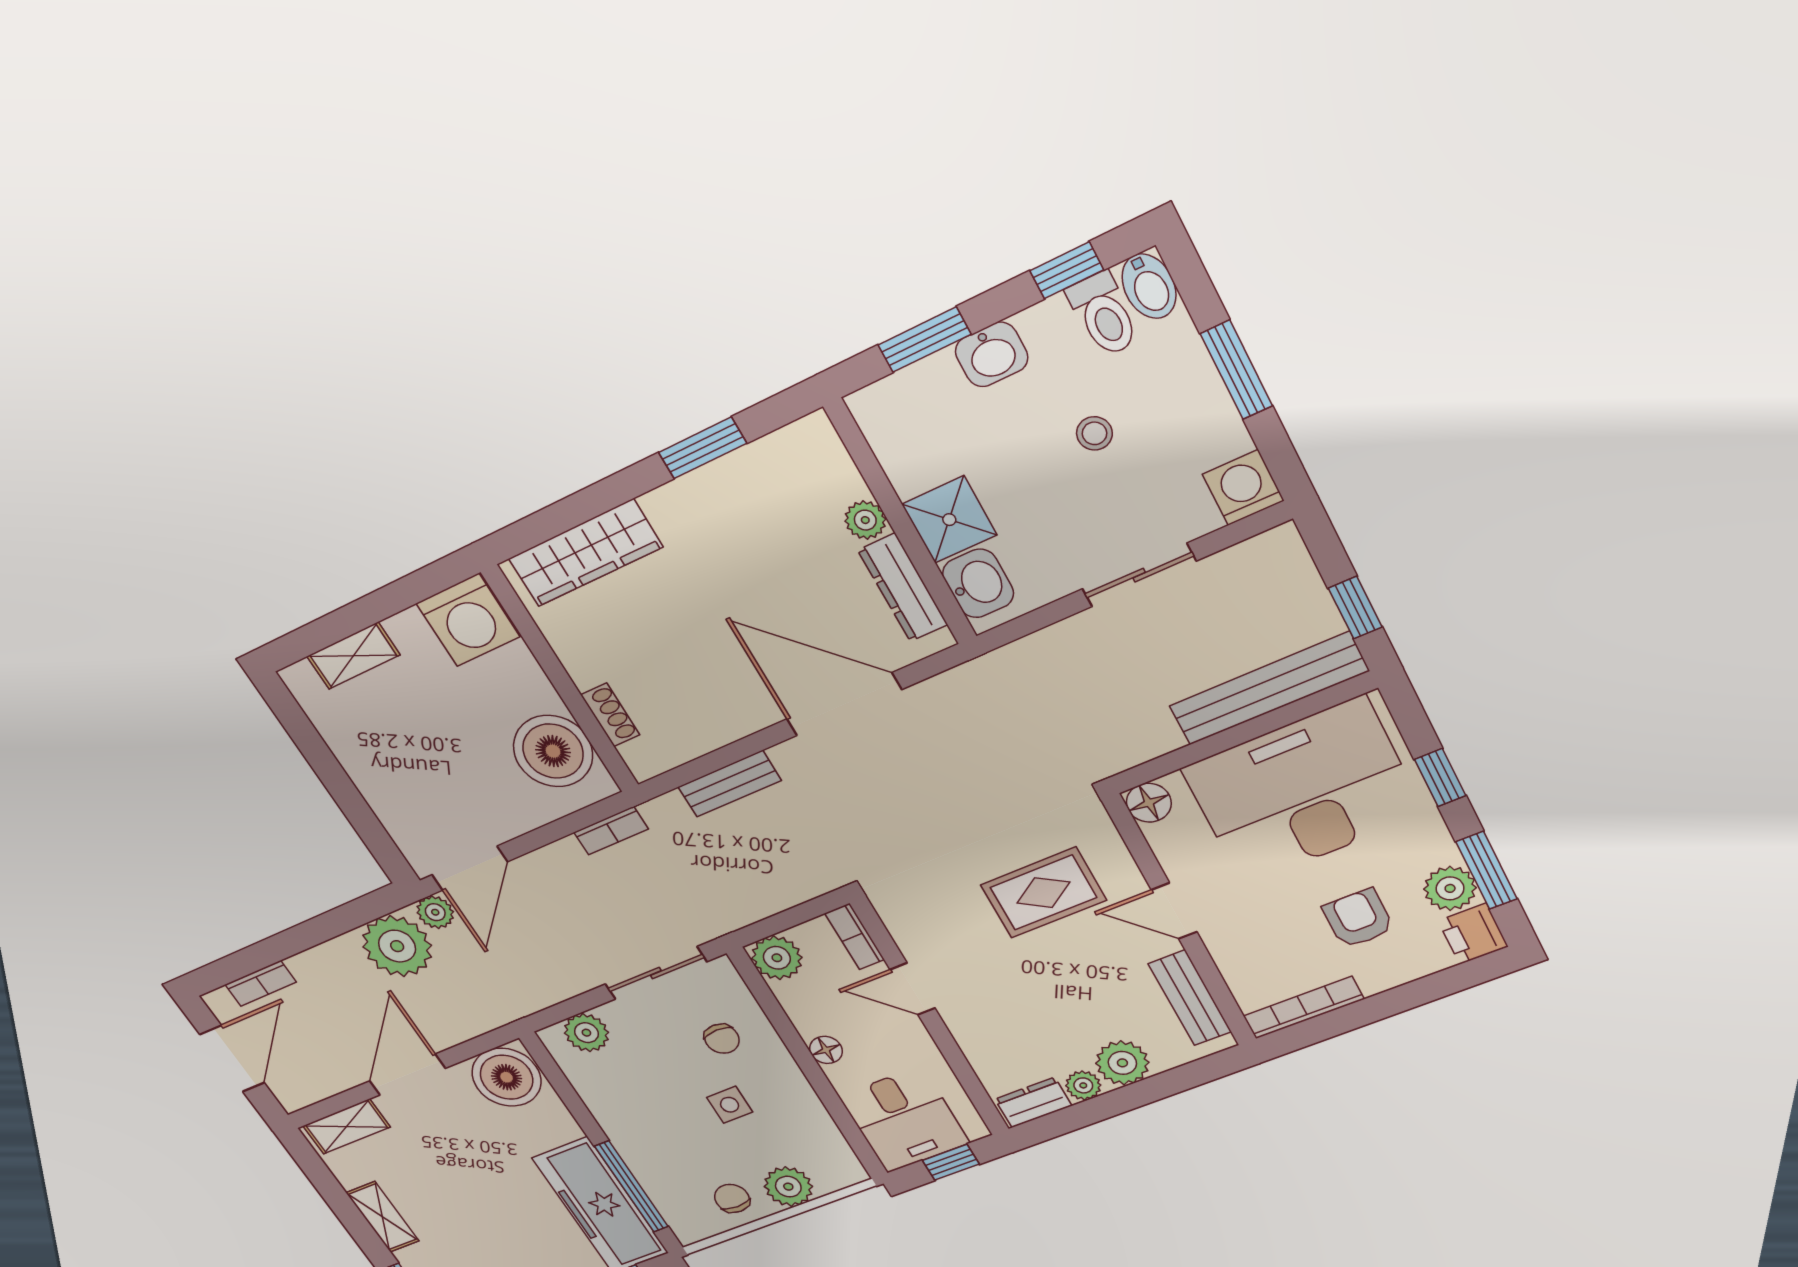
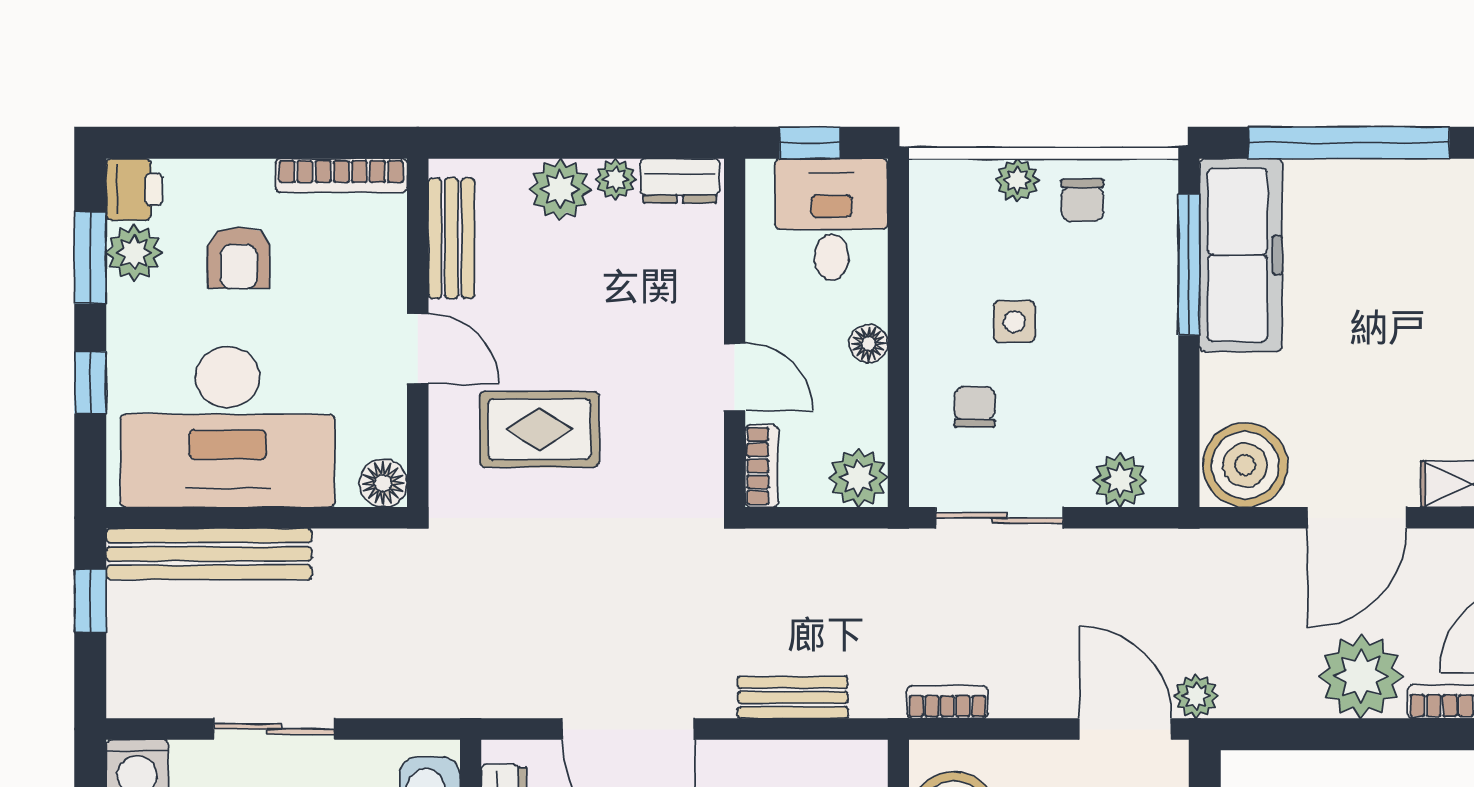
door: (470, 868) -> (1125, 729), hinge flipped
plant: (397, 946) -> (1361, 676), moved
plant: (788, 1187) -> (1017, 180), width x0.73, depth x0.73

